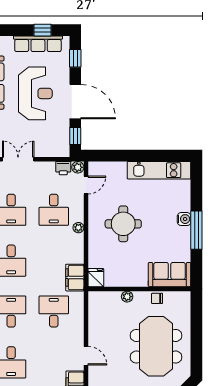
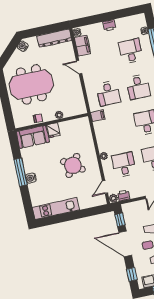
round table: (123, 224) -> (73, 165), turned 35
filing cabinet: (75, 278) -> (98, 116), width x0.50
fridge: (96, 278) -> (53, 130), moved
meeting table: (156, 346) -> (31, 84), turned 90

